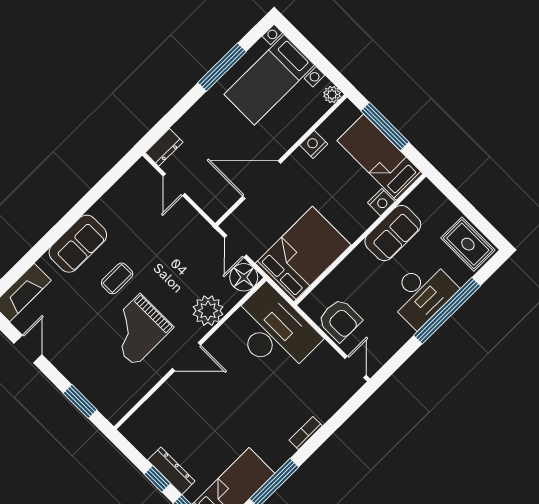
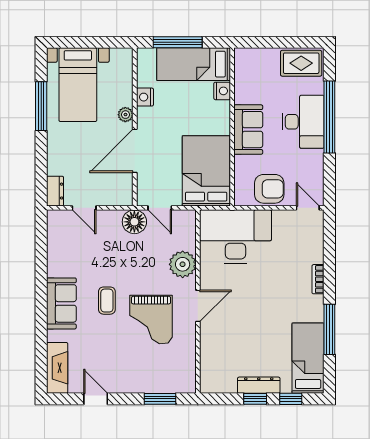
plant: (332, 94) -> (125, 115), moved
sofa: (393, 233) -> (248, 130), moved
floor lamp: (244, 277) -> (134, 222), moved

